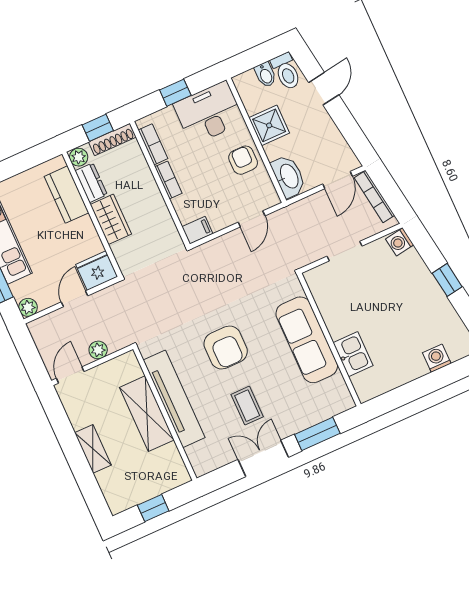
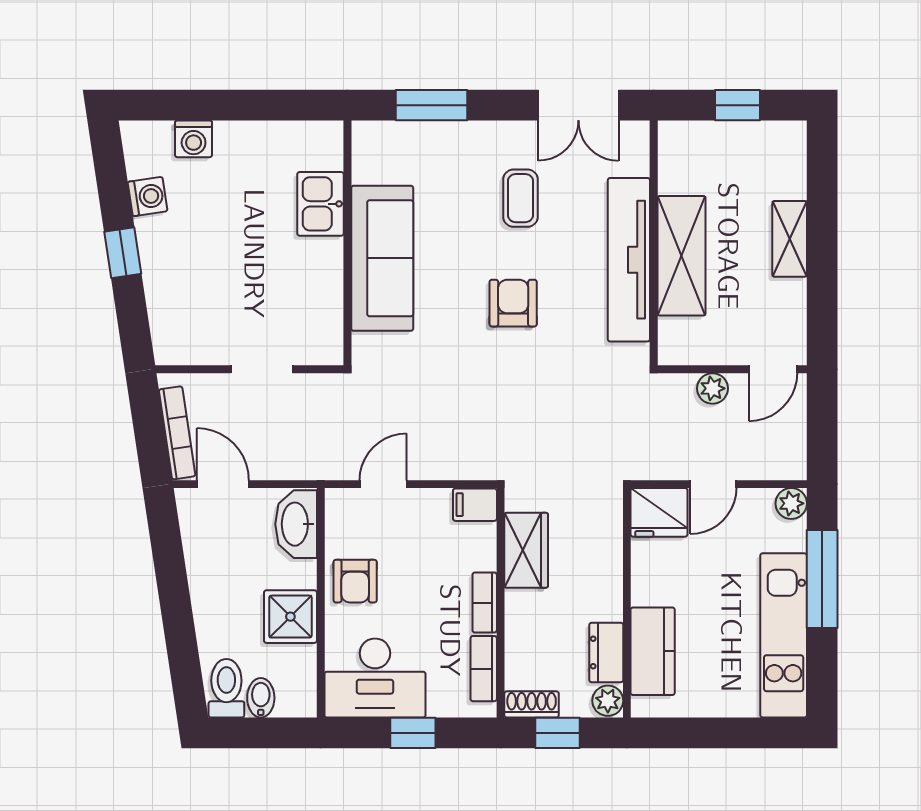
door: (324, 89) -> (180, 635), removed
shoe rack: (112, 140) -> (532, 704), width x0.70
door: (337, 180) -> (223, 484), hinge flipped
wardrobe: (111, 219) -> (526, 550), moved, turned 180
washing machine: (400, 242) -> (148, 197), moved
armchair: (226, 348) -> (513, 303), width x0.72, depth x0.72
double door: (263, 458) -> (578, 105), moved

